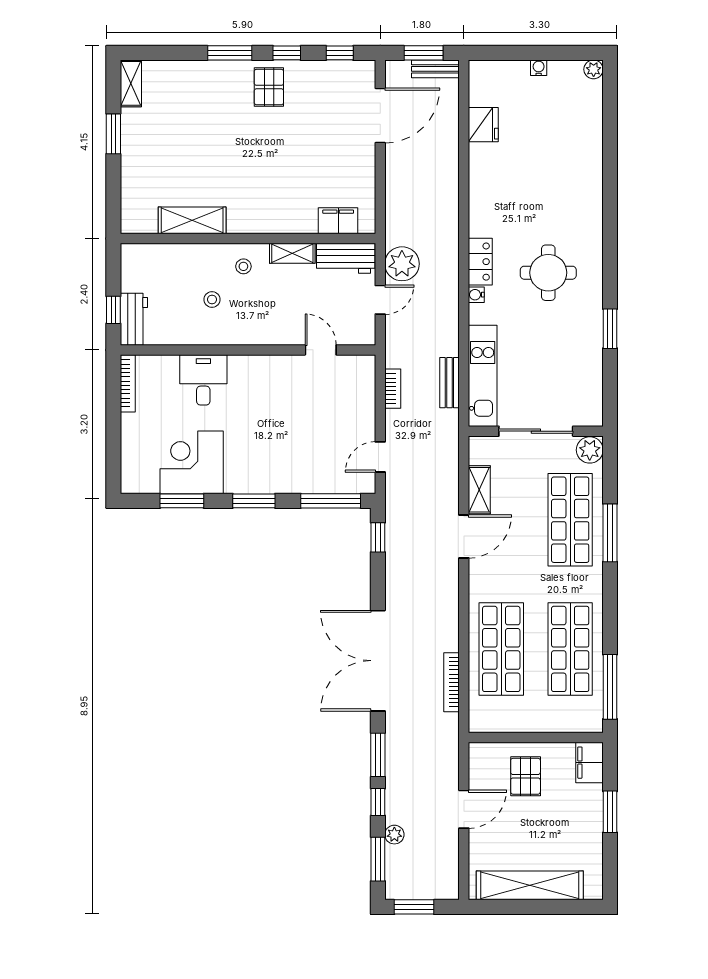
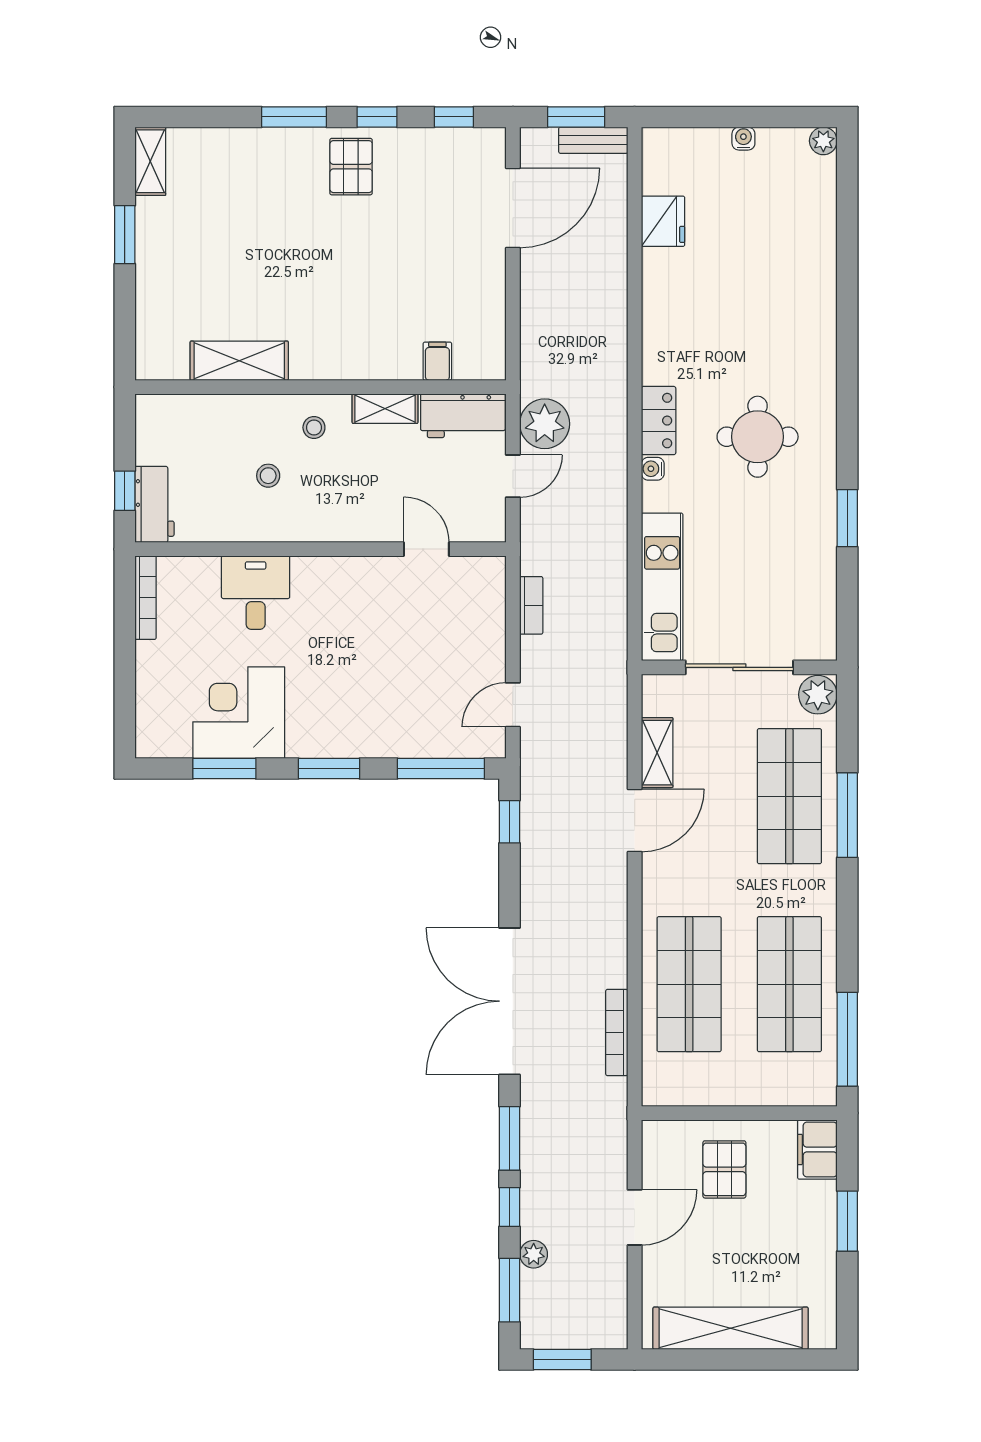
filing cabinet: (338, 221) -> (437, 361), width x0.50
bench: (449, 383) -> (614, 597), removed

